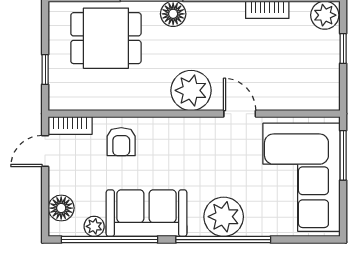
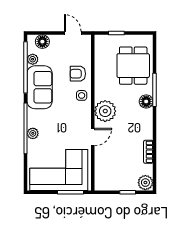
bookcase: (70, 126) -> (86, 46), removed
side table: (162, 135) -> (82, 95), added
plant: (224, 217) -> (33, 133), width x0.53, depth x0.53

